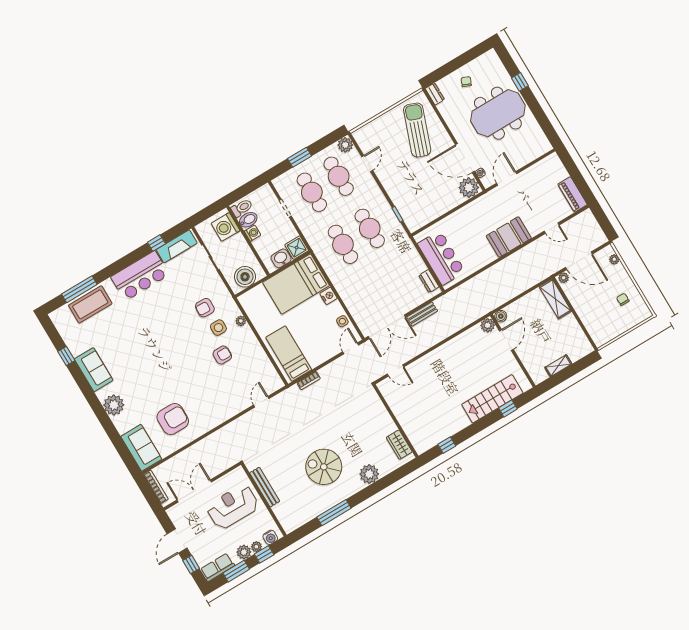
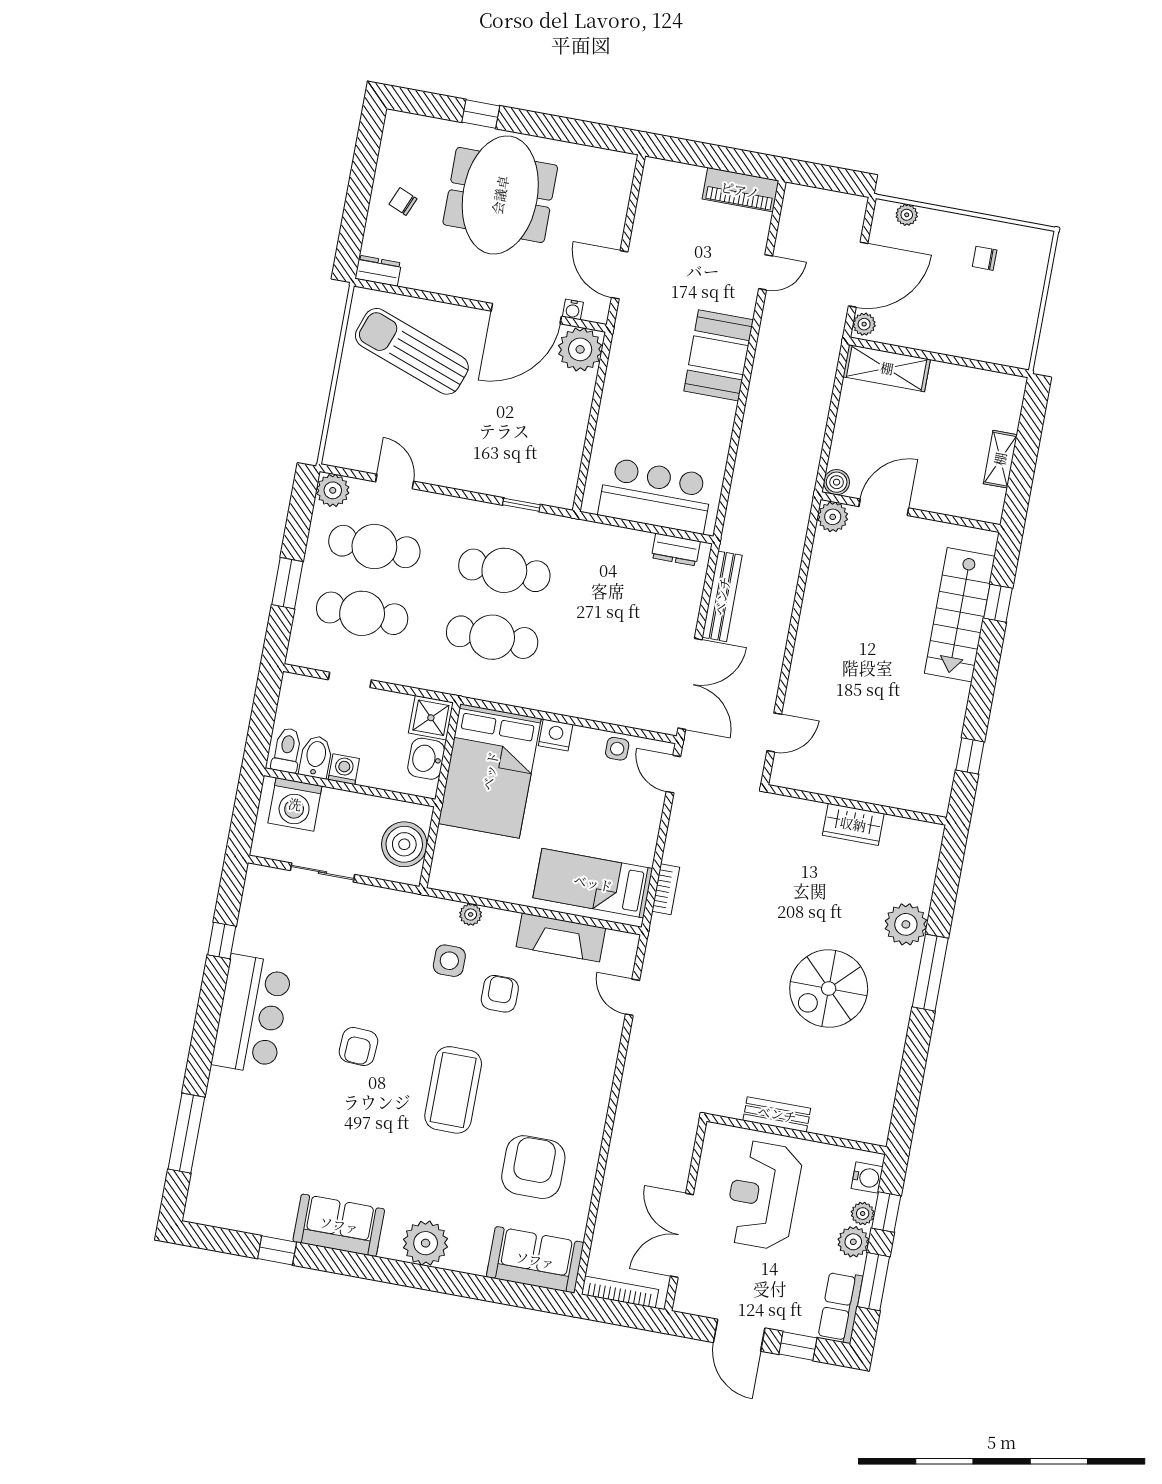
fireplace: (177, 246) -> (561, 937), moved, turned 90
coffee table: (90, 304) -> (453, 1090), moved
armchair: (205, 308) -> (358, 1046), moved
bench: (422, 314) -> (722, 596), width x1.36
door: (506, 340) -> (884, 507), hinge flipped
wardrobe: (399, 445) -> (853, 824), moved
bench: (265, 487) -> (777, 1114), width x0.73
window: (334, 513) -> (930, 973), moved

